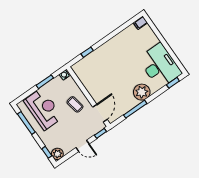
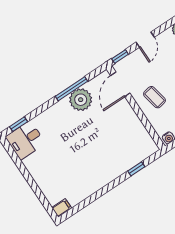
desk: (160, 66) -> (25, 140), width x0.53, depth x0.77
plant: (142, 92) -> (81, 100), moved
door: (83, 146) -> (145, 40), swing flipped

